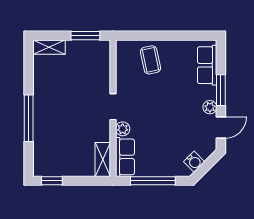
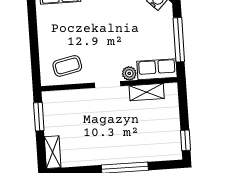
coffee table: (150, 60) -> (67, 66), moved
shelving: (103, 159) -> (147, 92), moved

